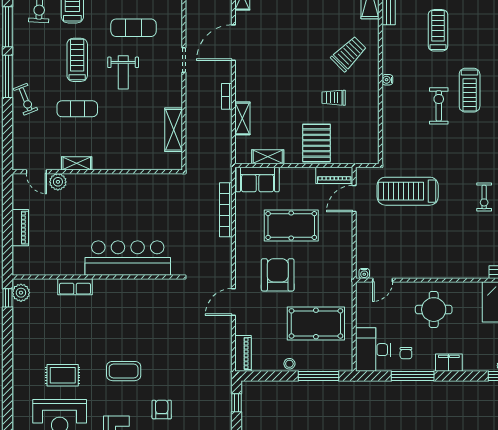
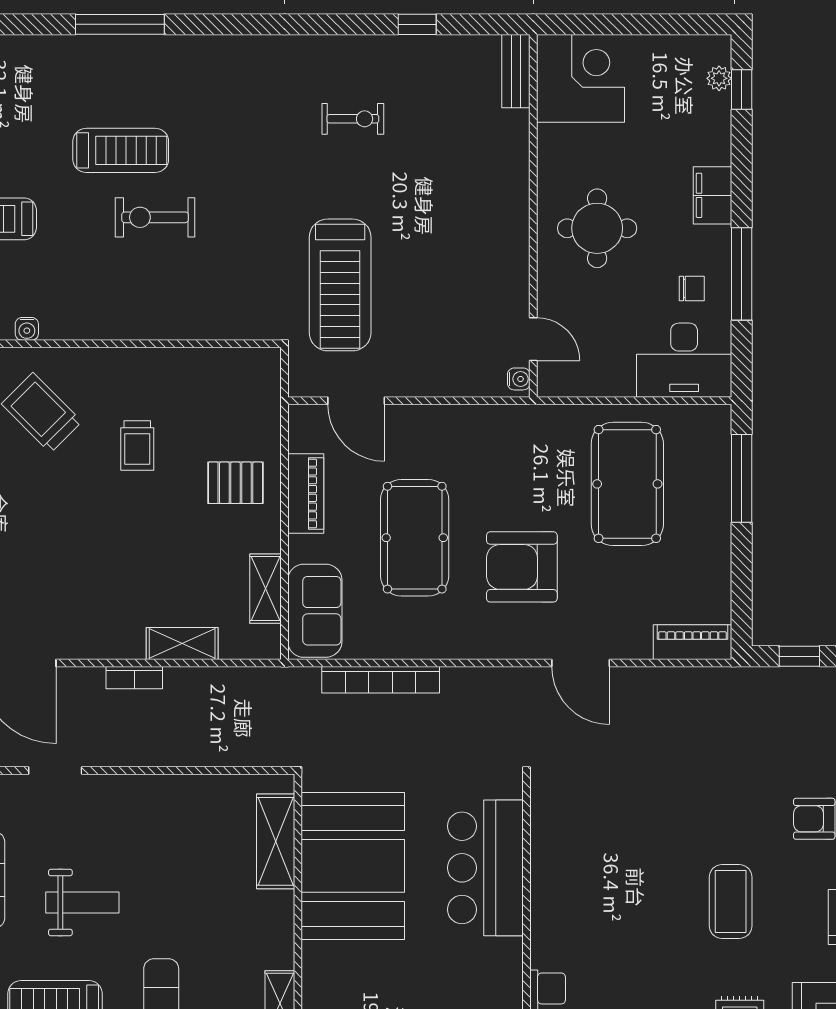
water cooler: (387, 80) -> (27, 329), moved
shelving: (174, 130) -> (276, 841), moved, turned 90
pallet: (316, 143) -> (235, 483), width x0.67, depth x0.71
piano: (334, 175) -> (306, 493), moved
booth: (140, 197) -> (353, 866), added
bar counter: (128, 258) -> (485, 868), width x0.73
stool: (289, 364) -> (715, 542), removed

